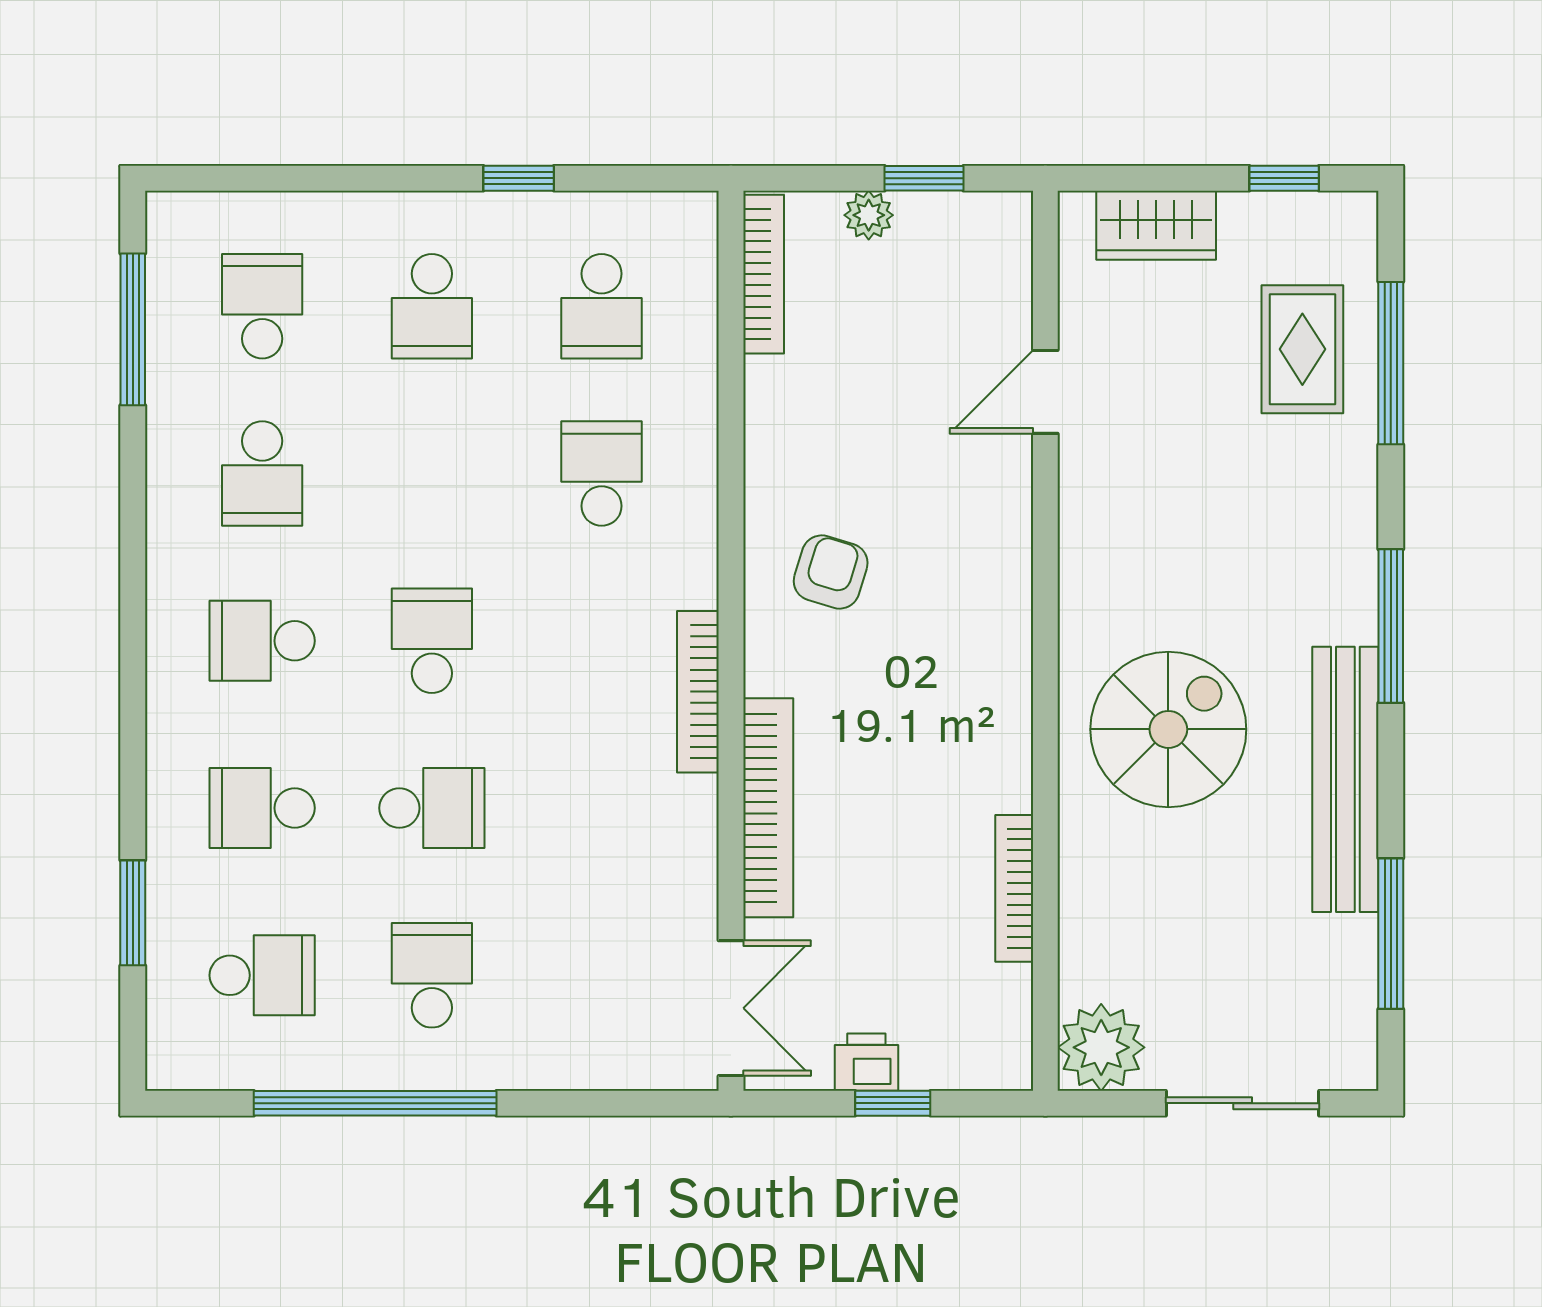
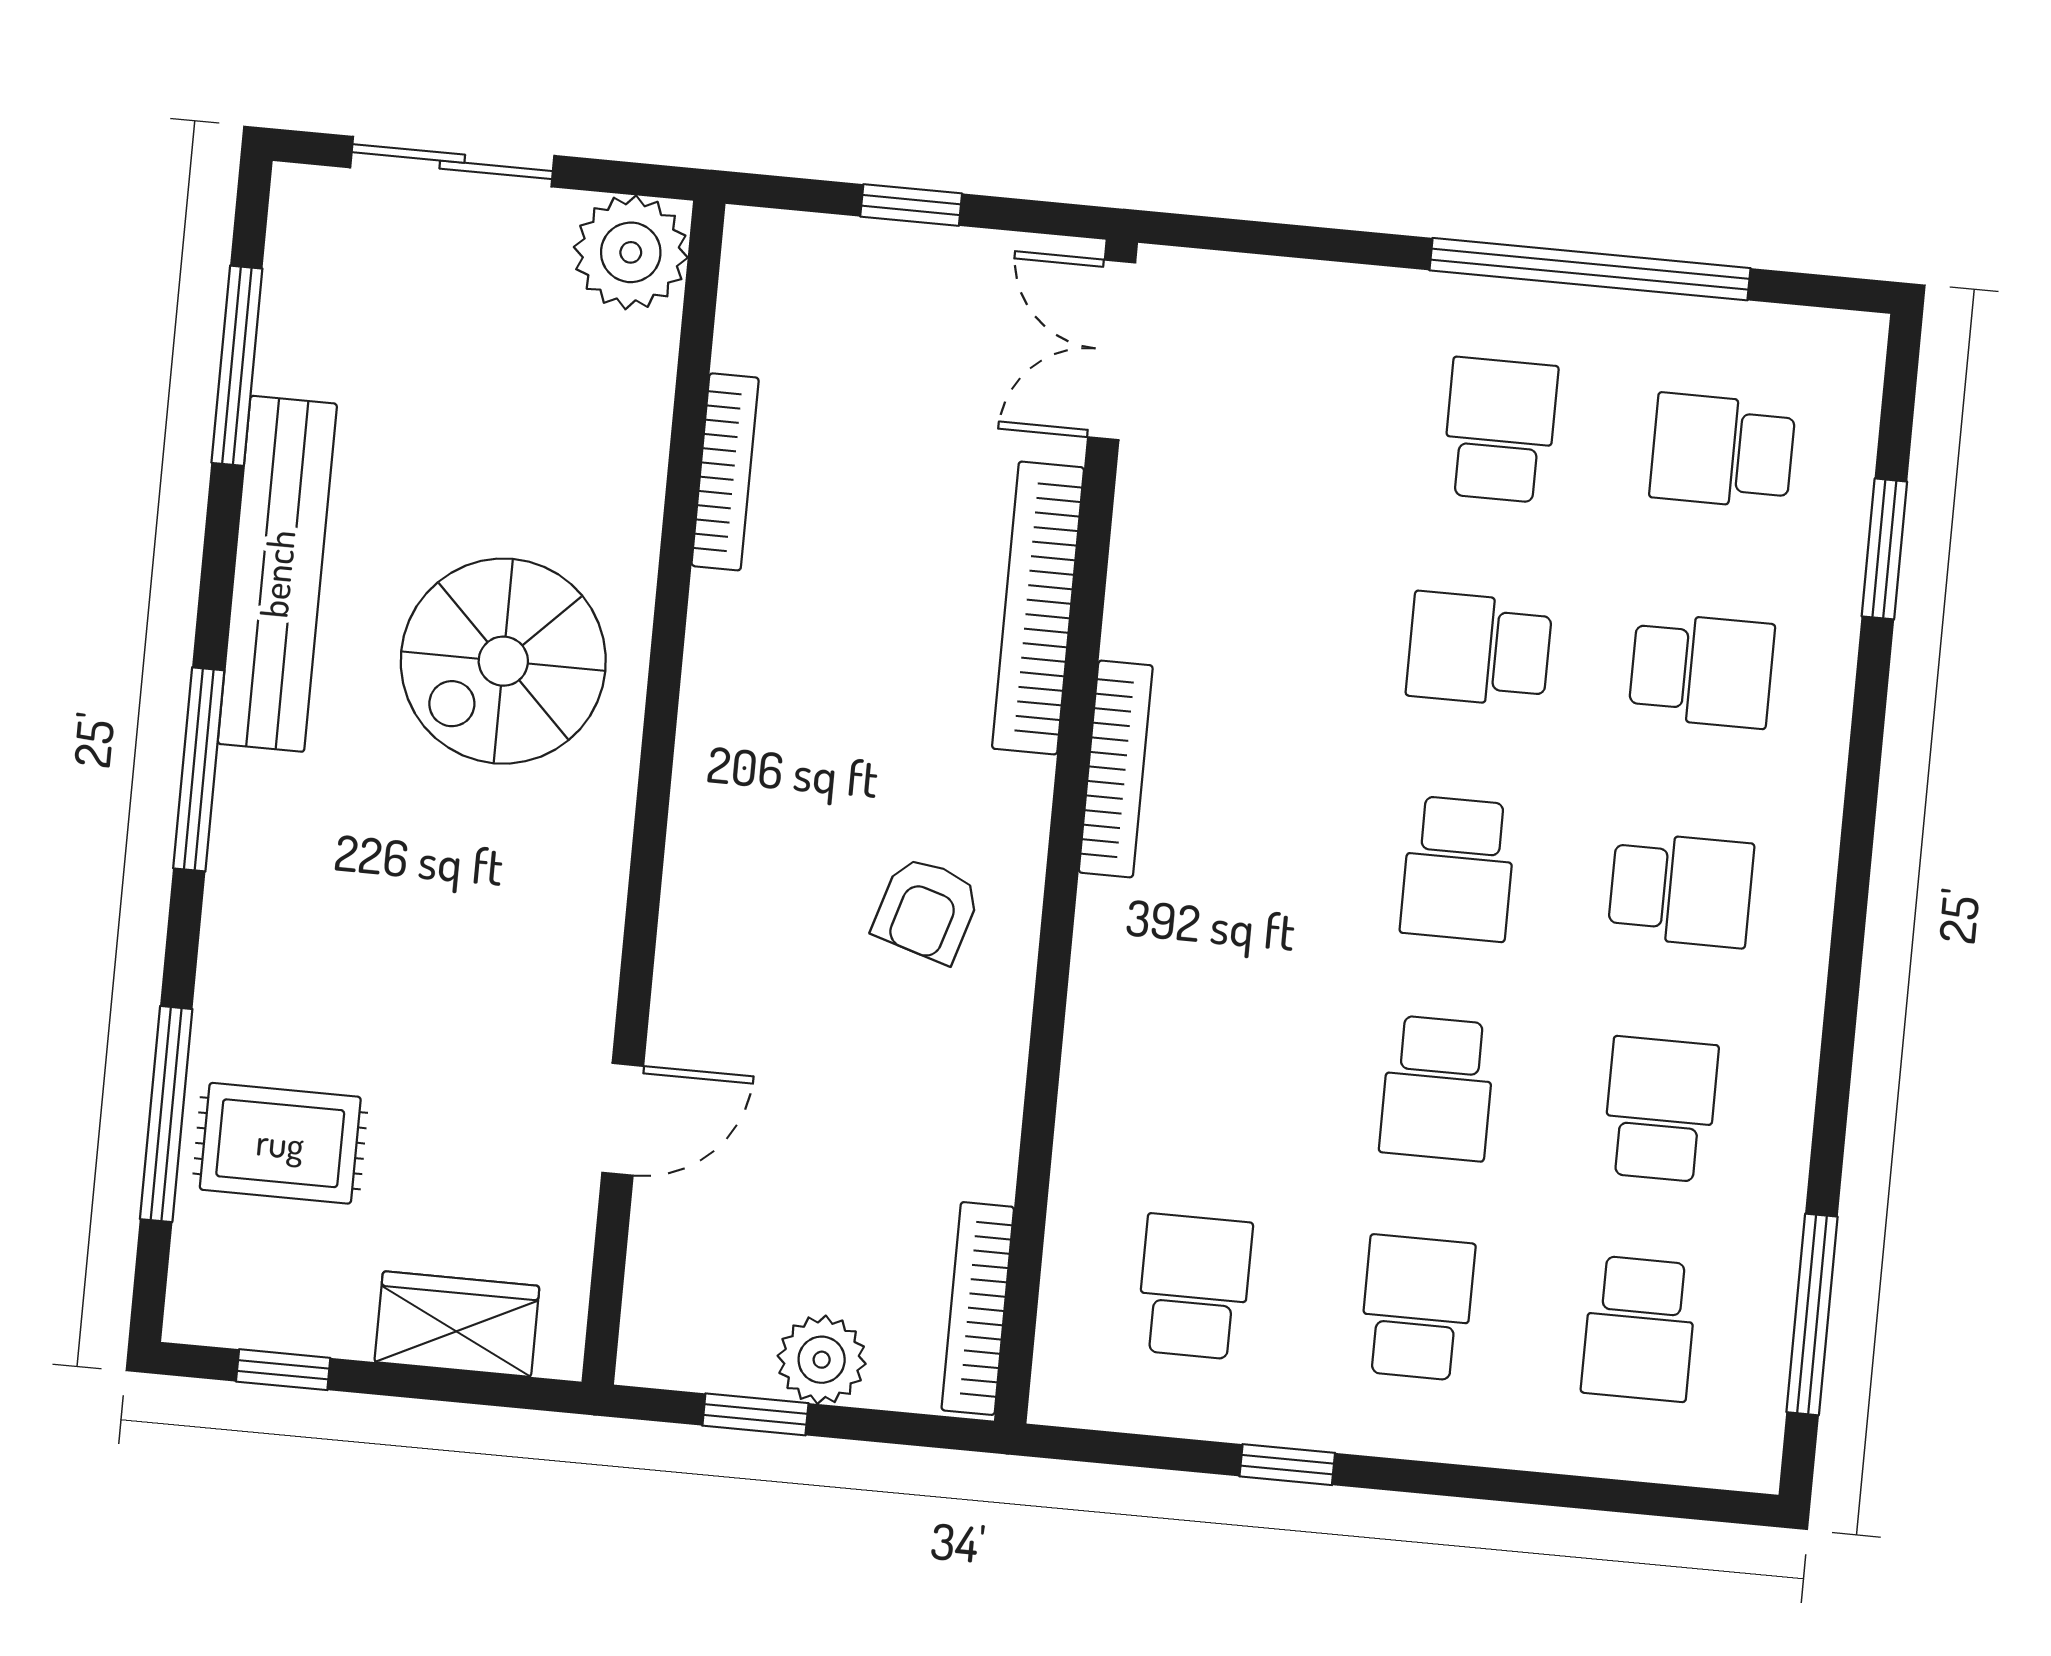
plant: (869, 215) -> (822, 1360), width x1.38, depth x1.38
rug: (1302, 349) -> (280, 1143), turned 90
school desk: (602, 473) -> (1438, 1088), moved
school desk: (432, 975) -> (1500, 430), turned 180
printer: (866, 1062) -> (941, 262), removed

